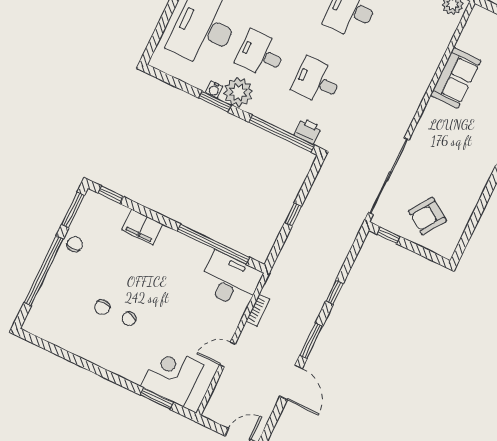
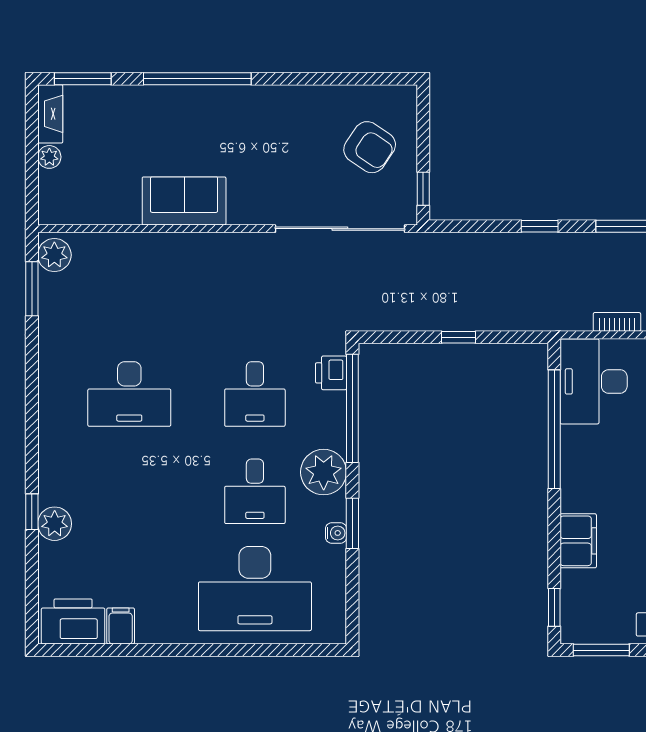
sofa: (456, 78) -> (184, 201), moved
plant: (238, 92) -> (324, 472), moved

